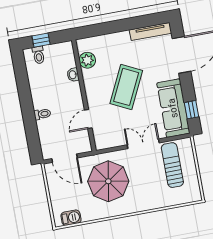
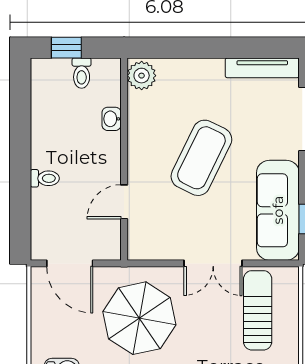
toilet: (39, 55) -> (82, 73), moved
plant: (87, 60) -> (142, 76), moved
double door: (143, 144) -> (213, 263), swing flipped

